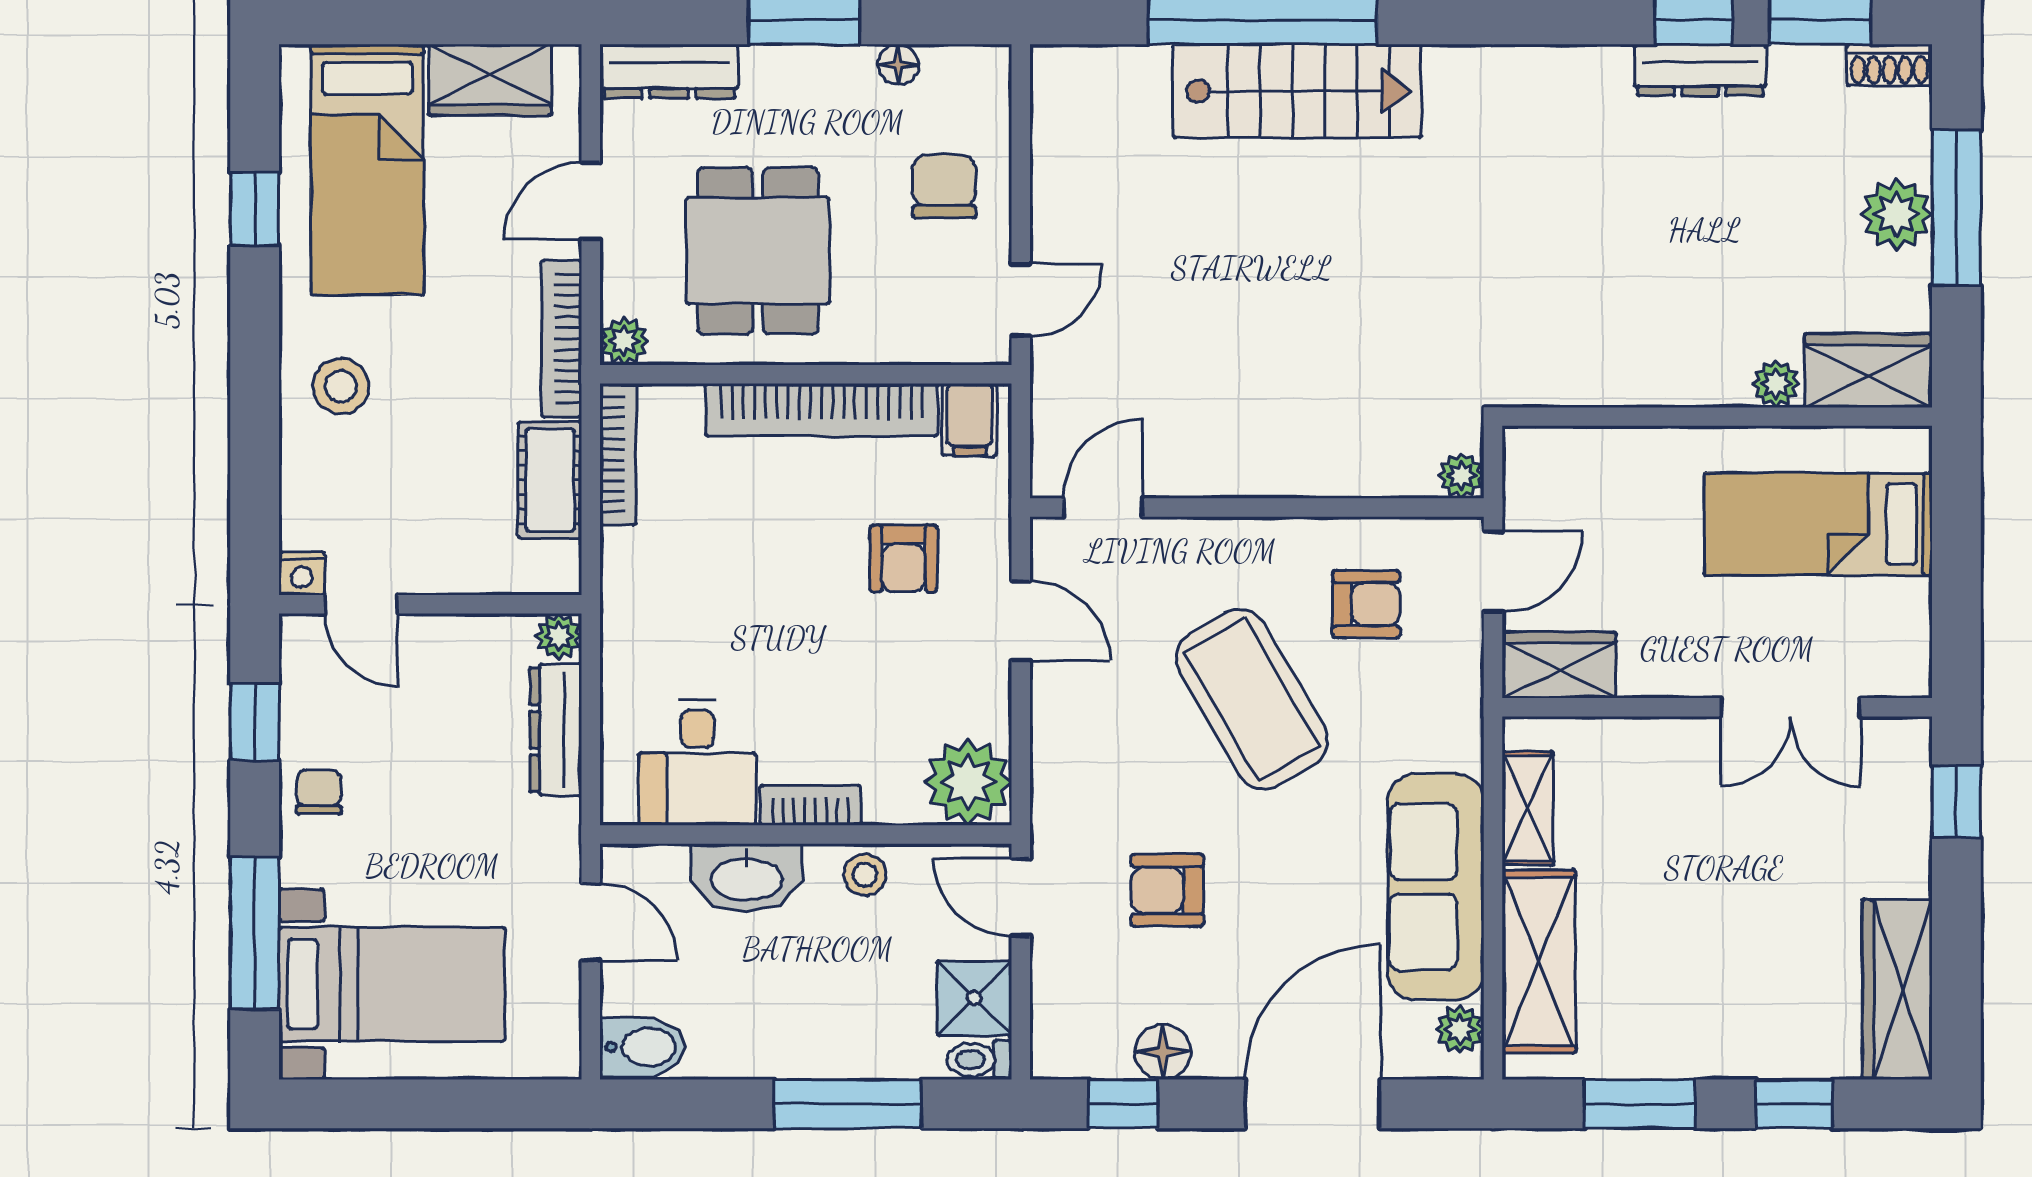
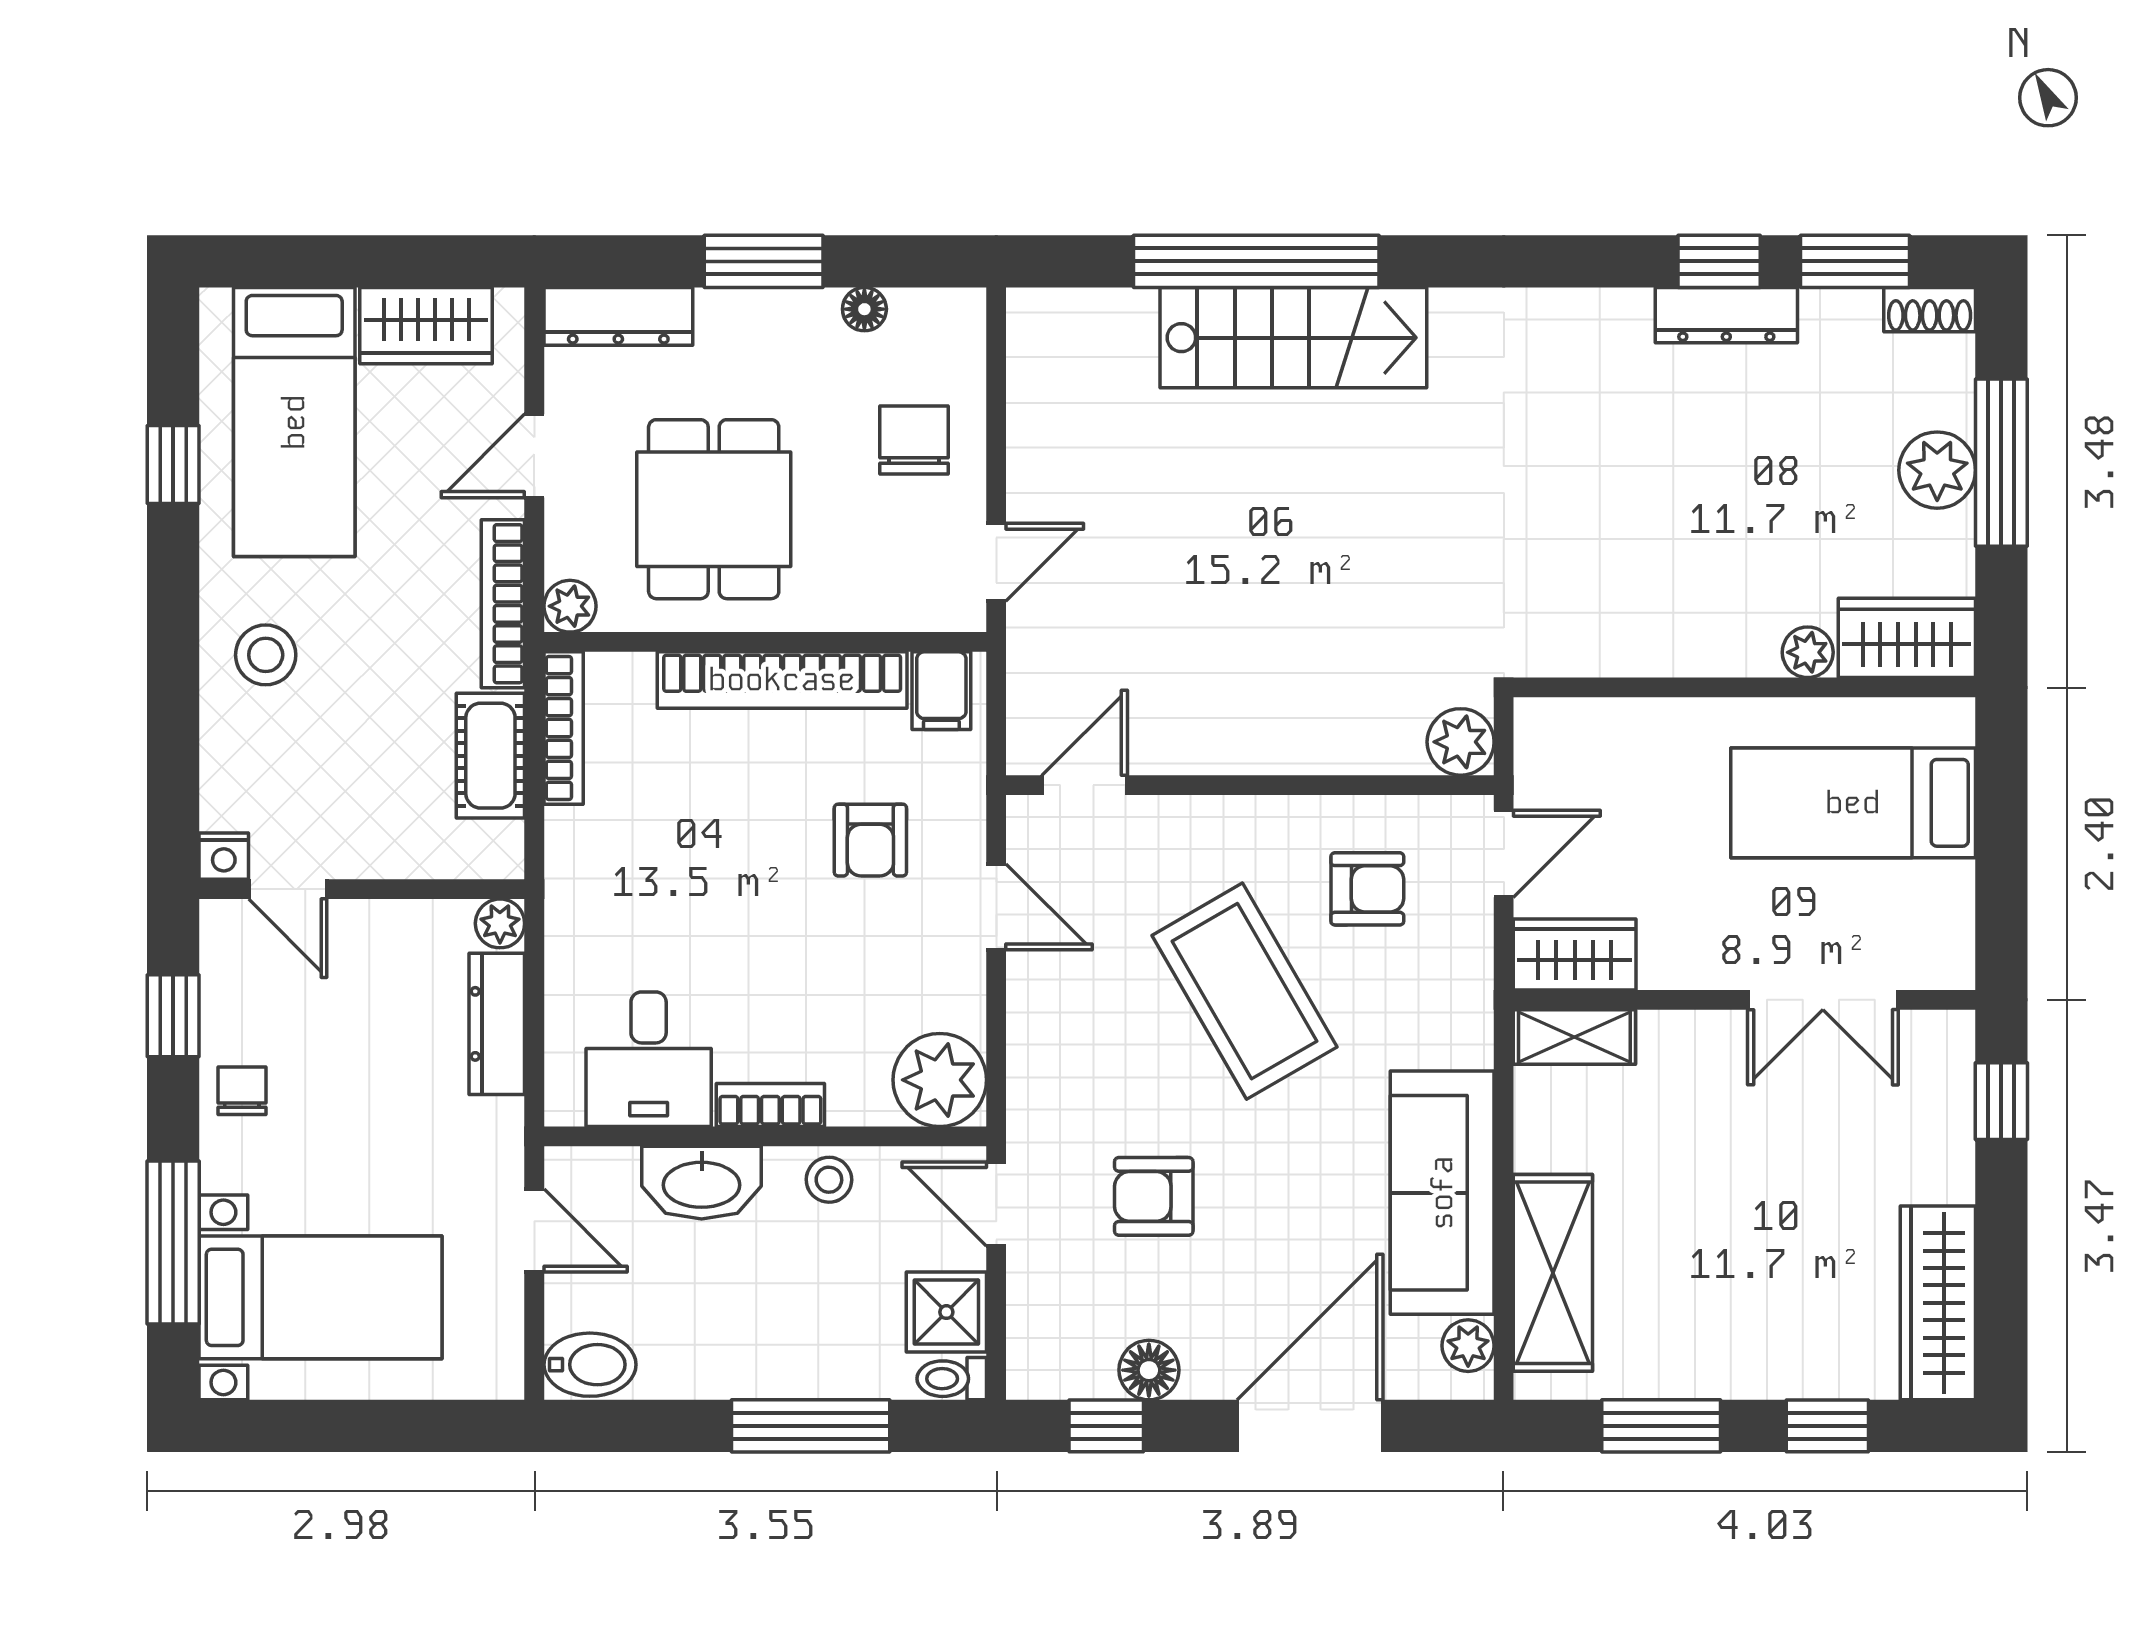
plant: (1461, 476) -> (1461, 742), width x1.38, depth x1.38
shelving: (1528, 808) -> (1574, 1037), moved, turned 90

